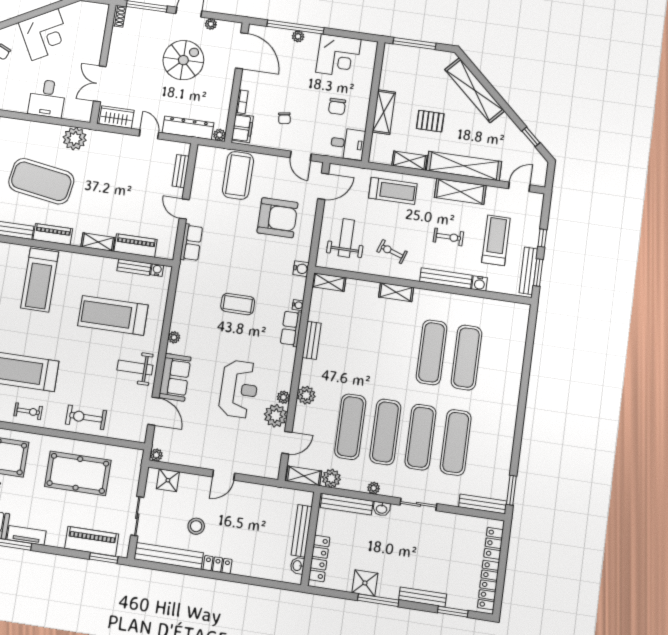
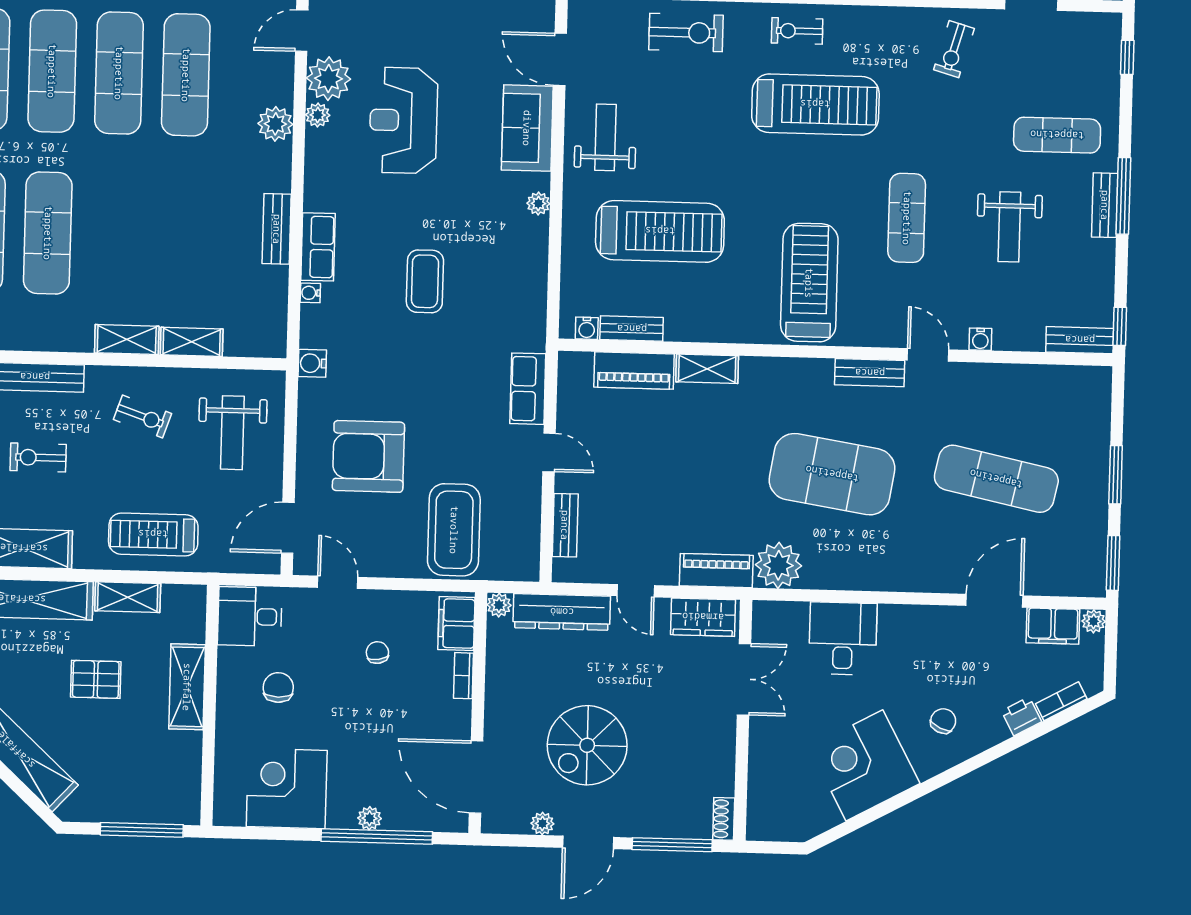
piano: (53, 234) -> (716, 571), moved, turned 180
shelving: (329, 282) -> (192, 342), moved
coffee table: (238, 304) -> (425, 281), turned 90
weight bench: (135, 368) -> (605, 137), turned -90

